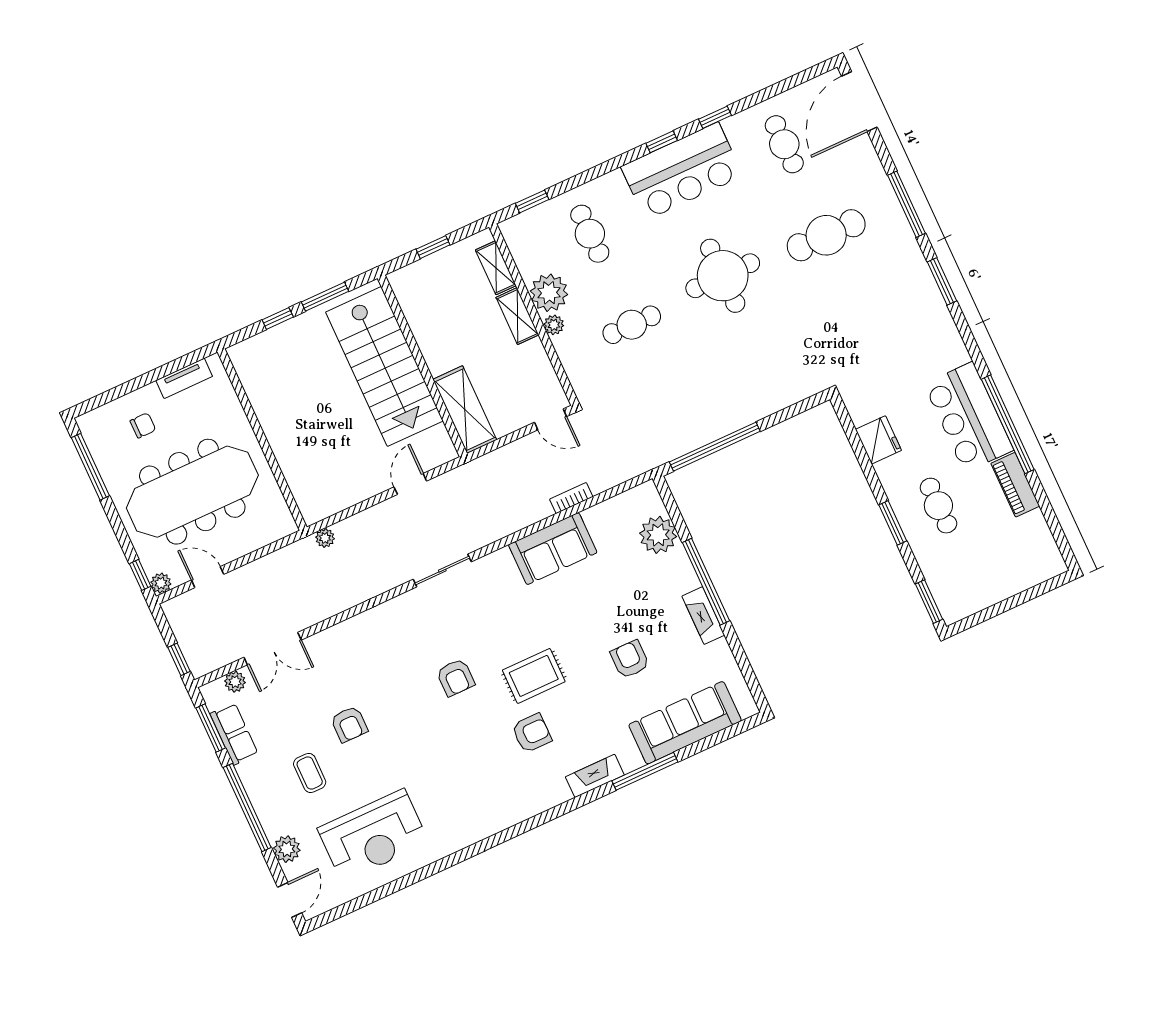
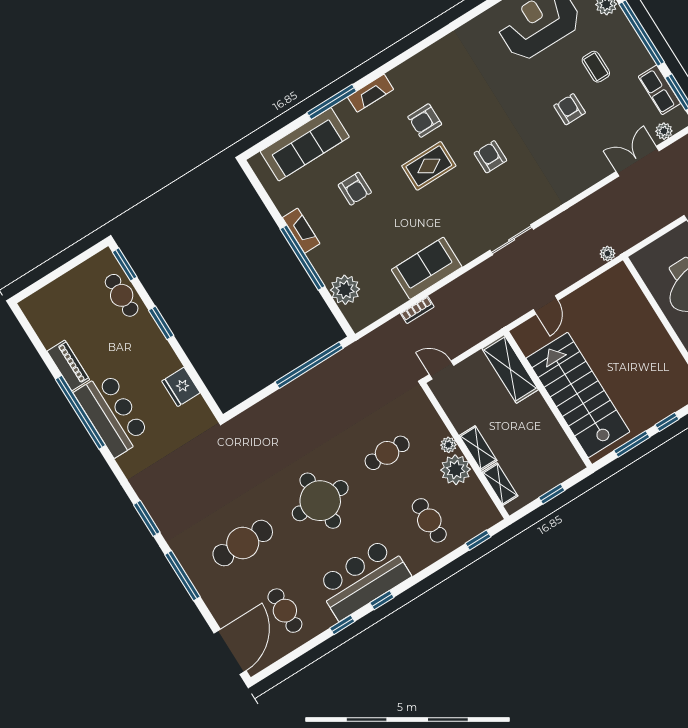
cafe table: (938, 506) -> (122, 295), moved

